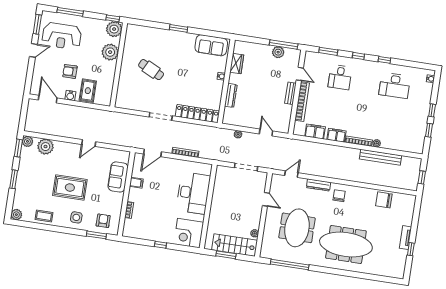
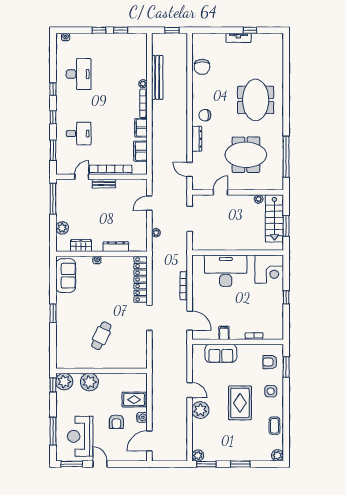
reception desk: (62, 36) -> (80, 436), turned 180
plant: (278, 52) -> (62, 228), moved
plant: (45, 147) -> (200, 410), moved
meeting table: (346, 244) -> (256, 100), width x0.73

